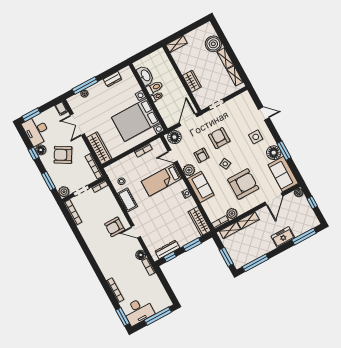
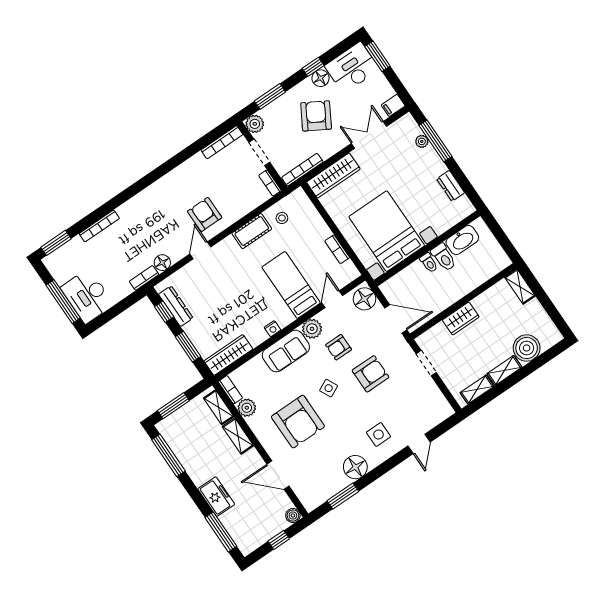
window: (284, 151) -> (343, 496), moved
sofa: (283, 174) -> (321, 487), removed
desk: (138, 311) -> (87, 296), moved

